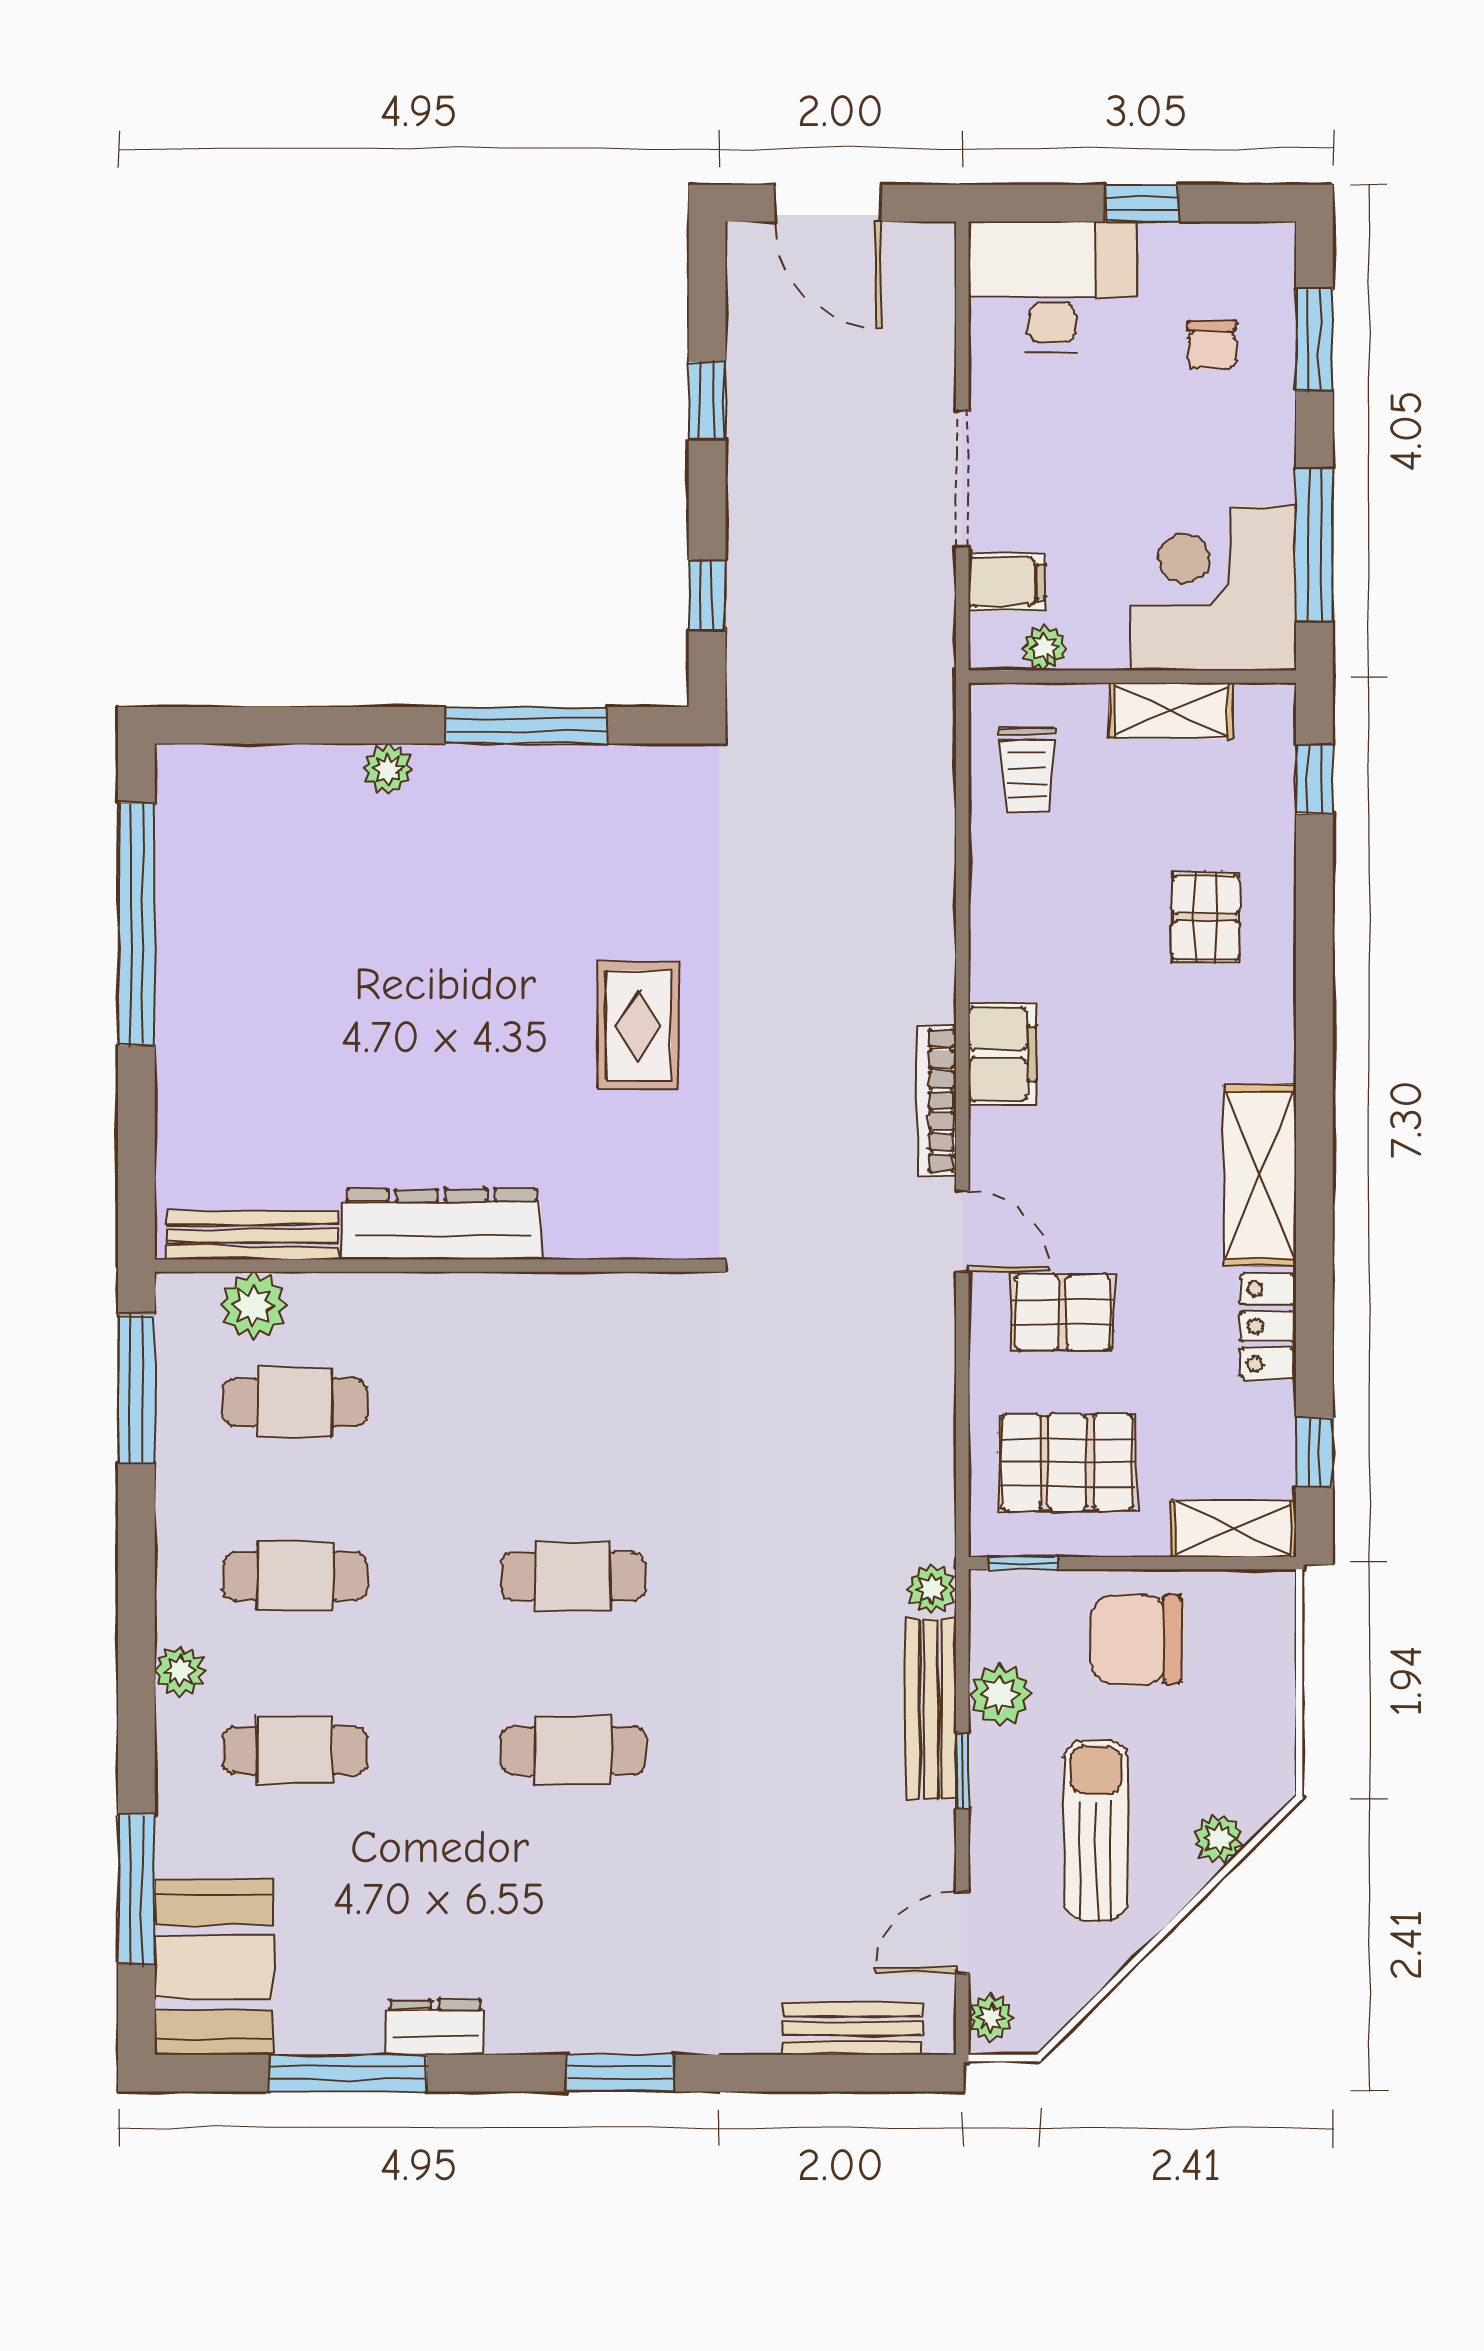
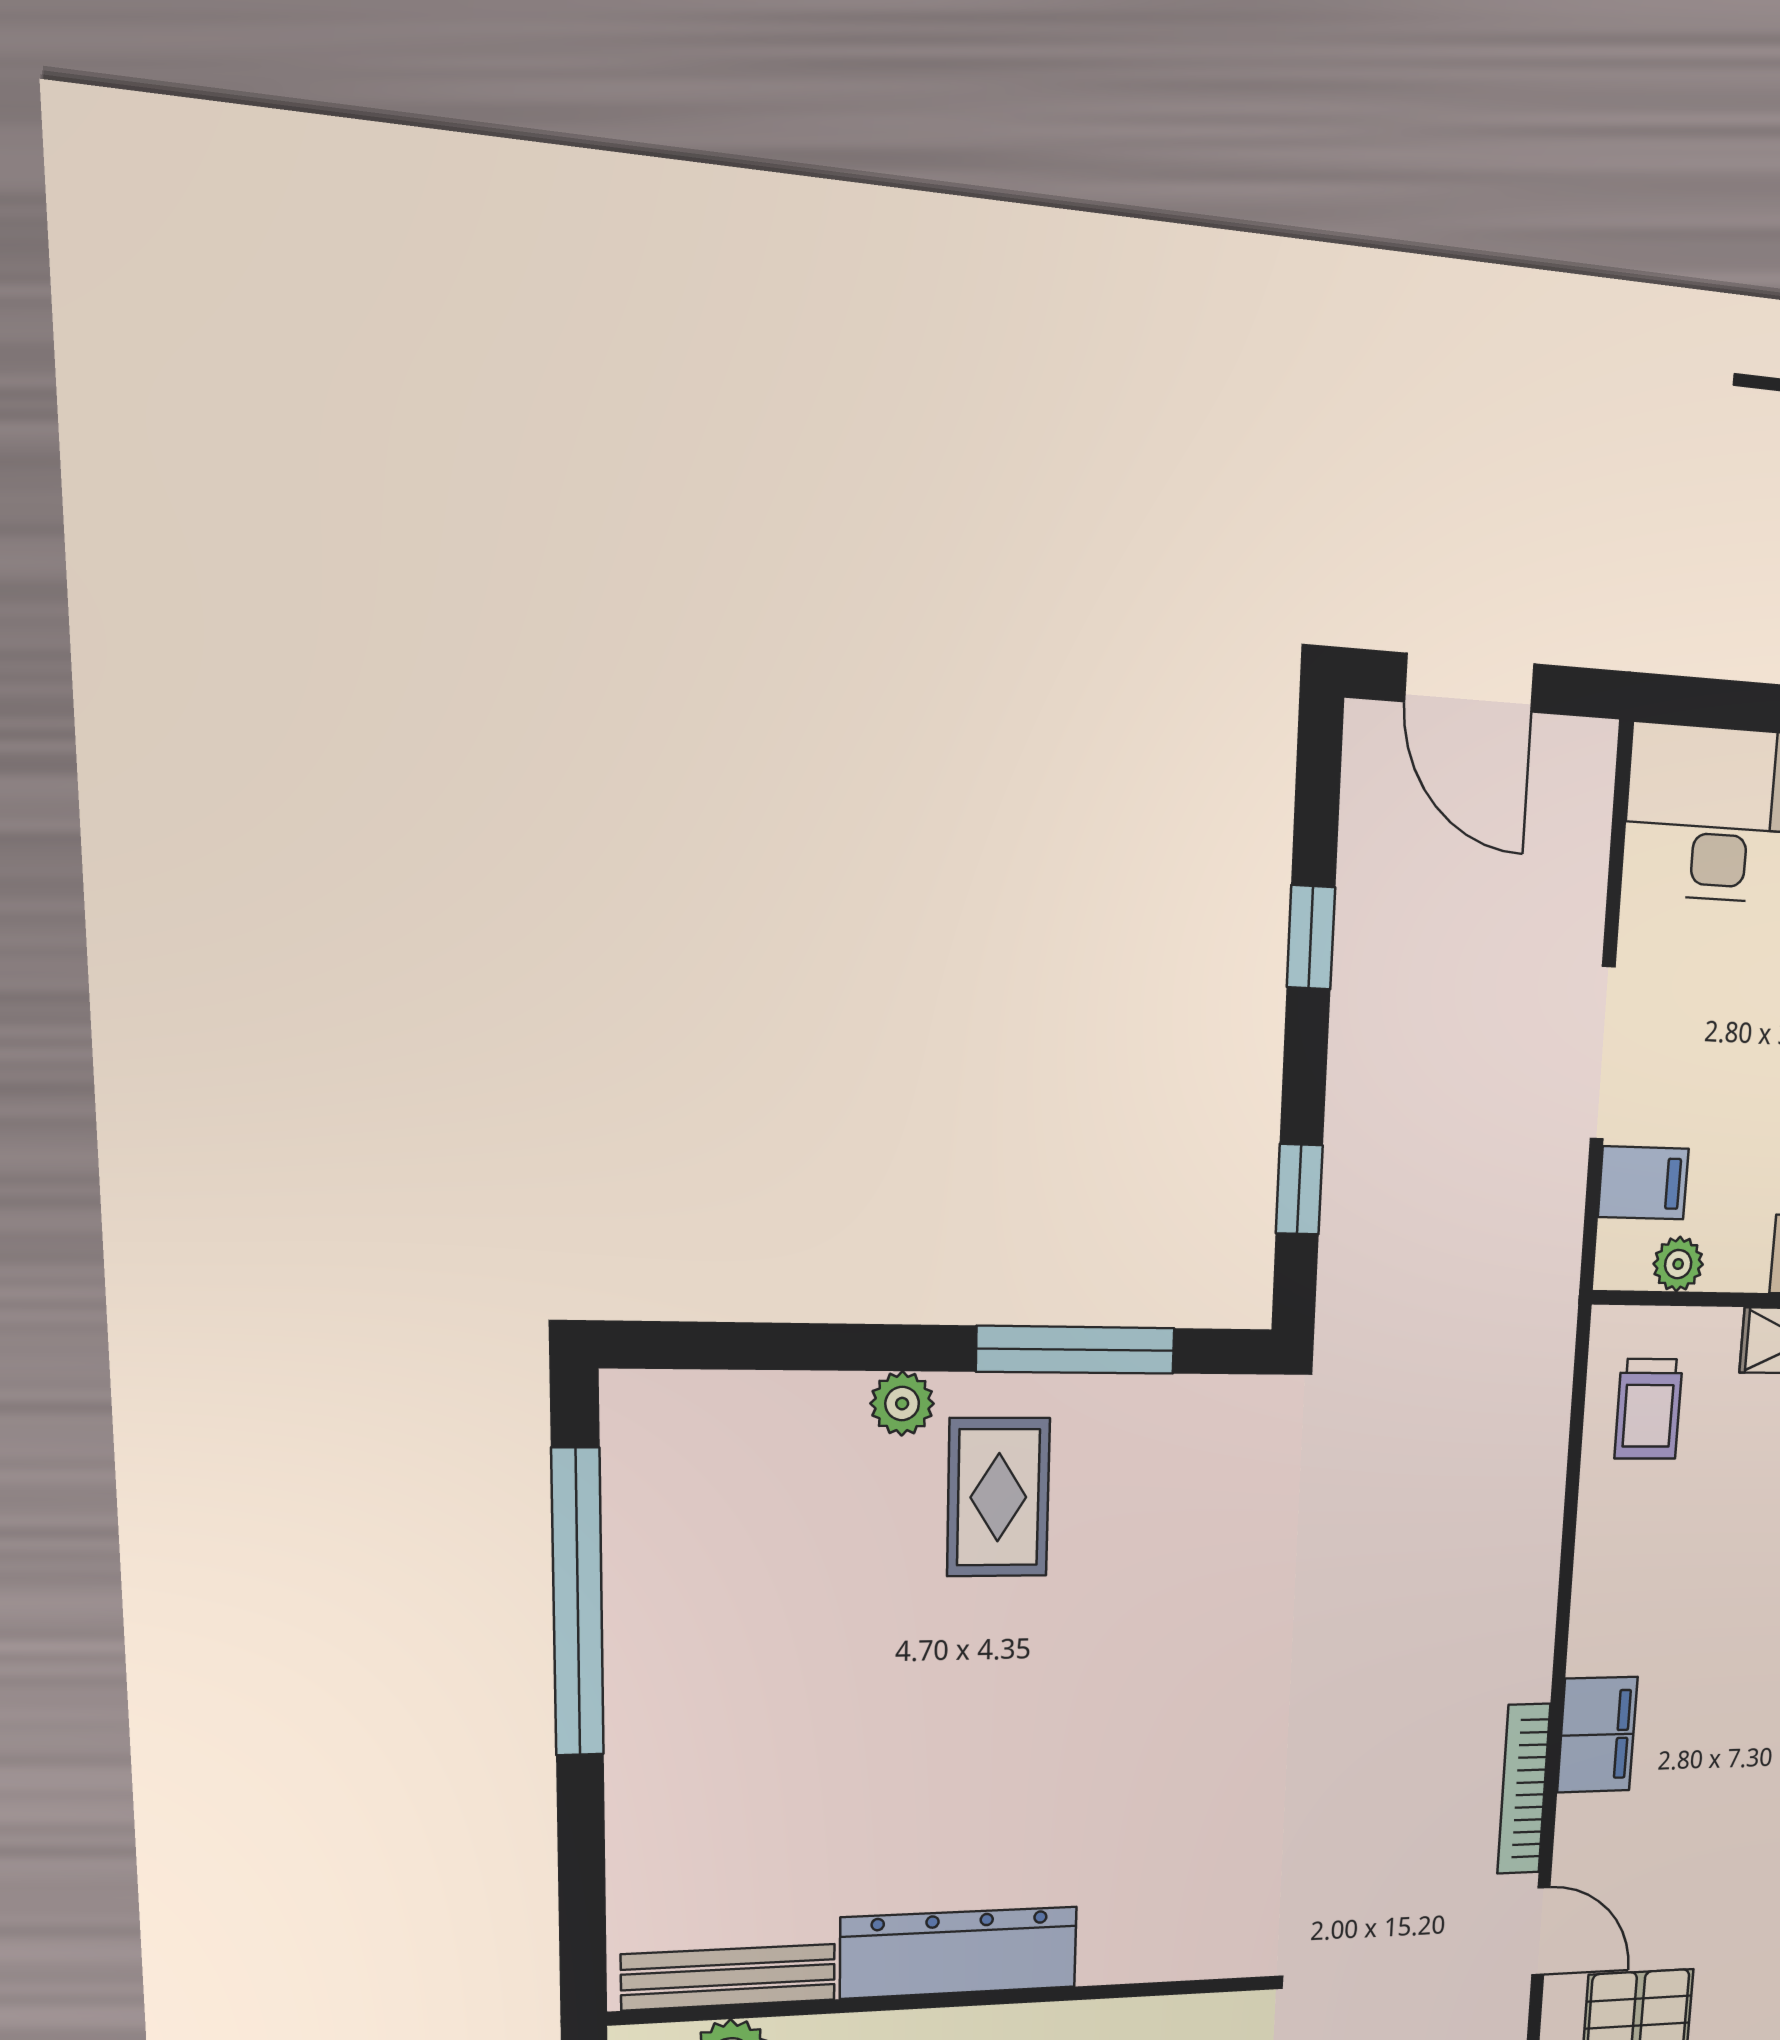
rug: (638, 1026) -> (998, 1497), moved

